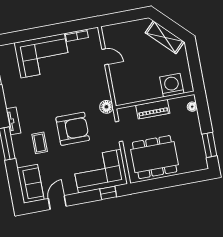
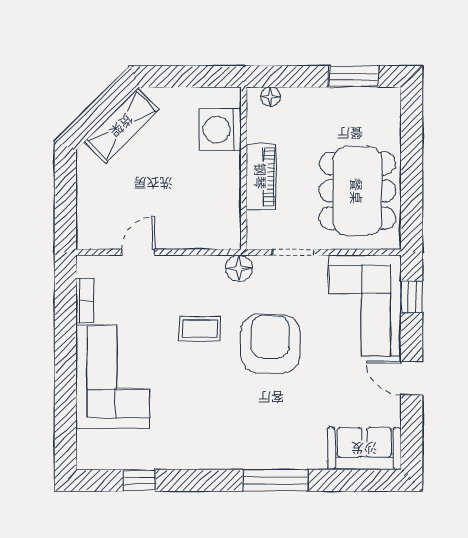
tv unit: (13, 121) -> (232, 460), removed
coffee table: (40, 143) -> (200, 329), moved
door: (57, 202) -> (412, 378), moved

